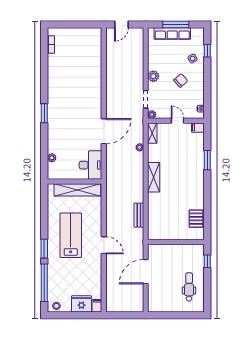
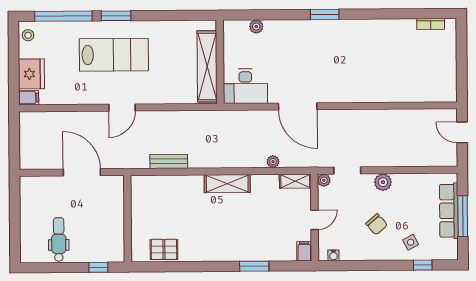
lab bench: (71, 235) -> (114, 55), moved
dental chair: (189, 287) -> (59, 239), turned -90

